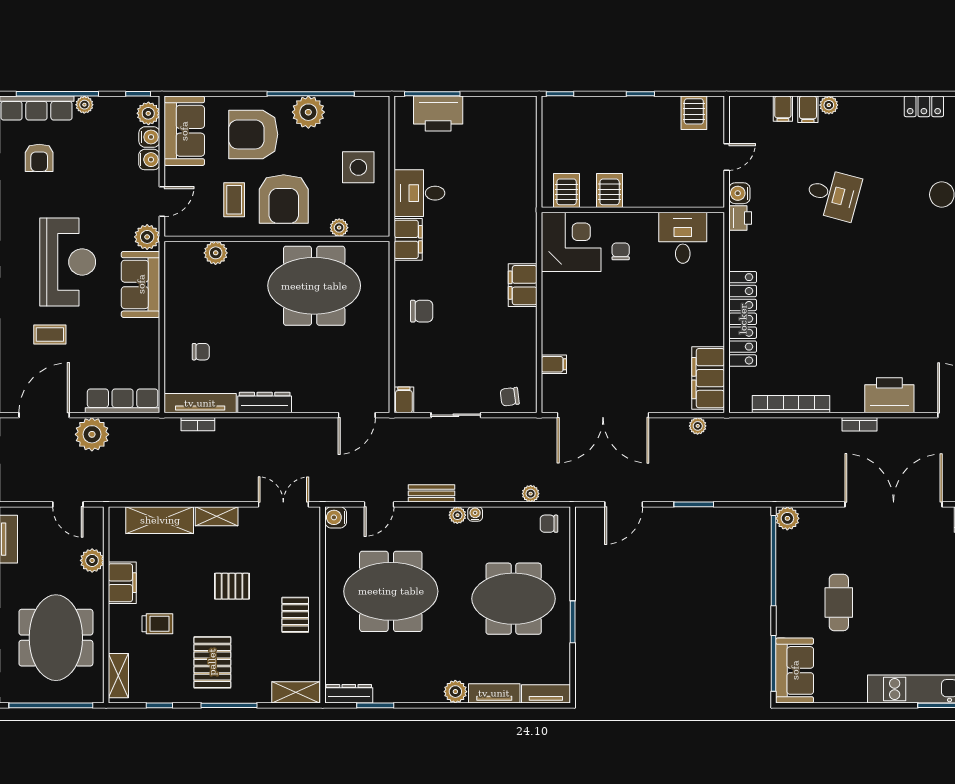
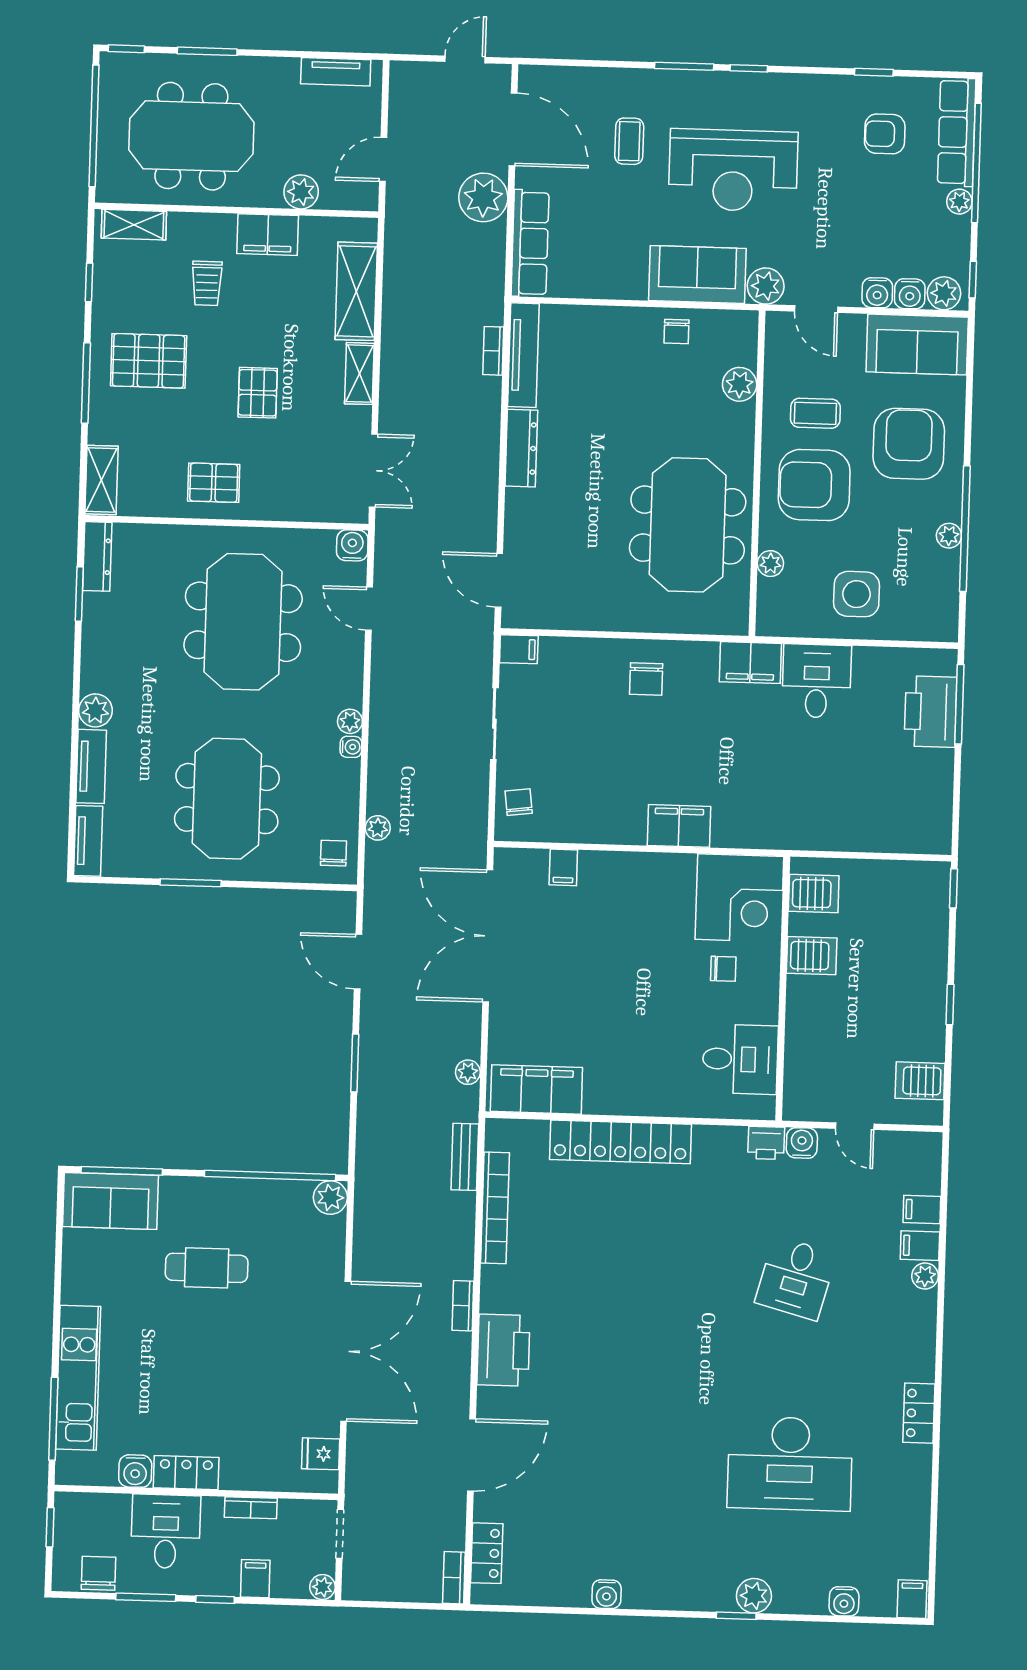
plant: (308, 112) -> (949, 536), width x0.53, depth x0.53
chair: (201, 352) -> (676, 331), moved
bench: (432, 493) -> (465, 1157), moved

